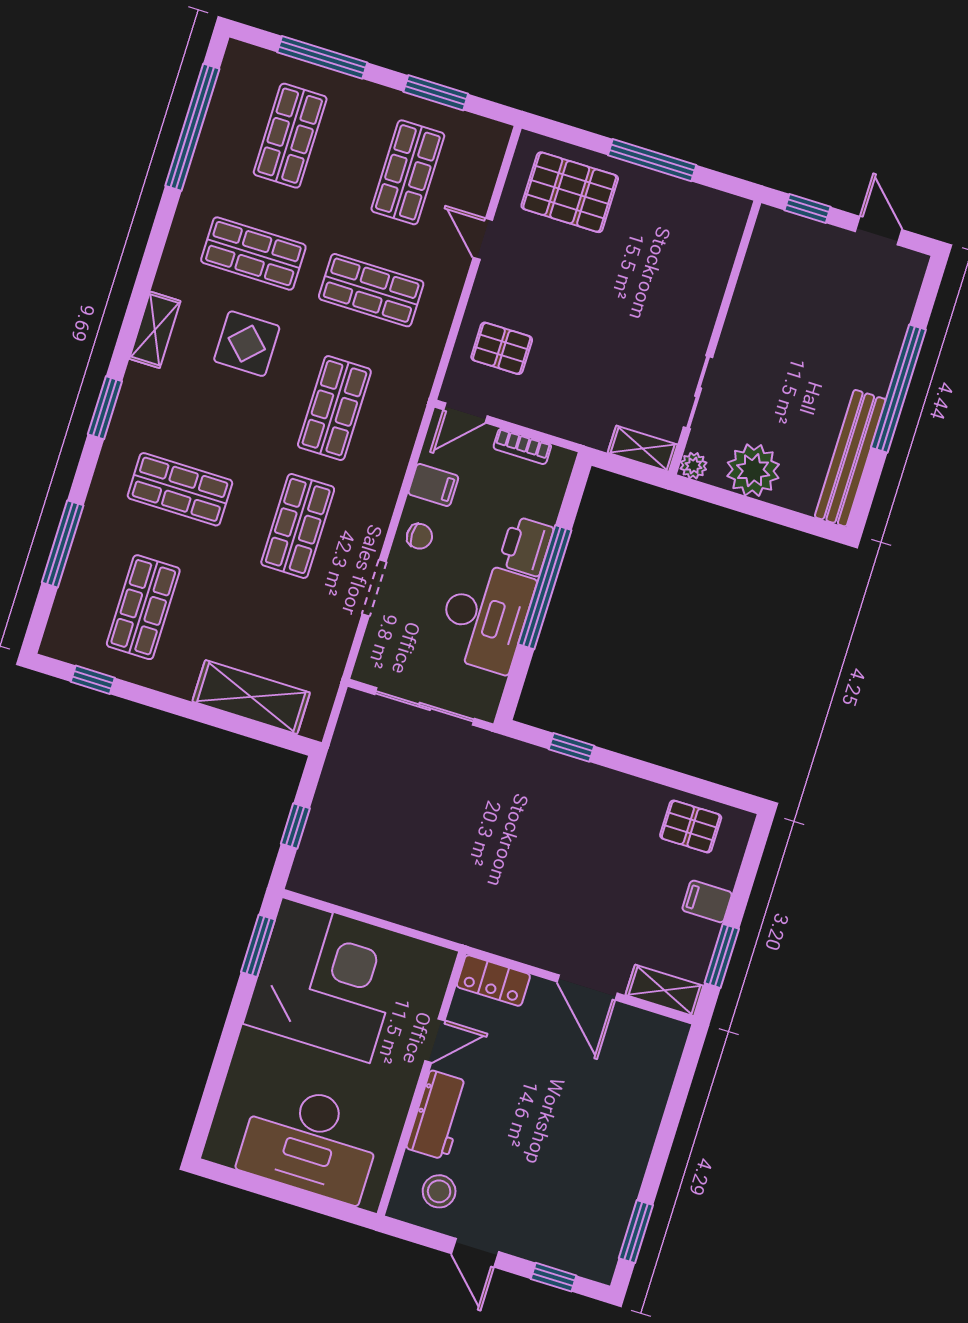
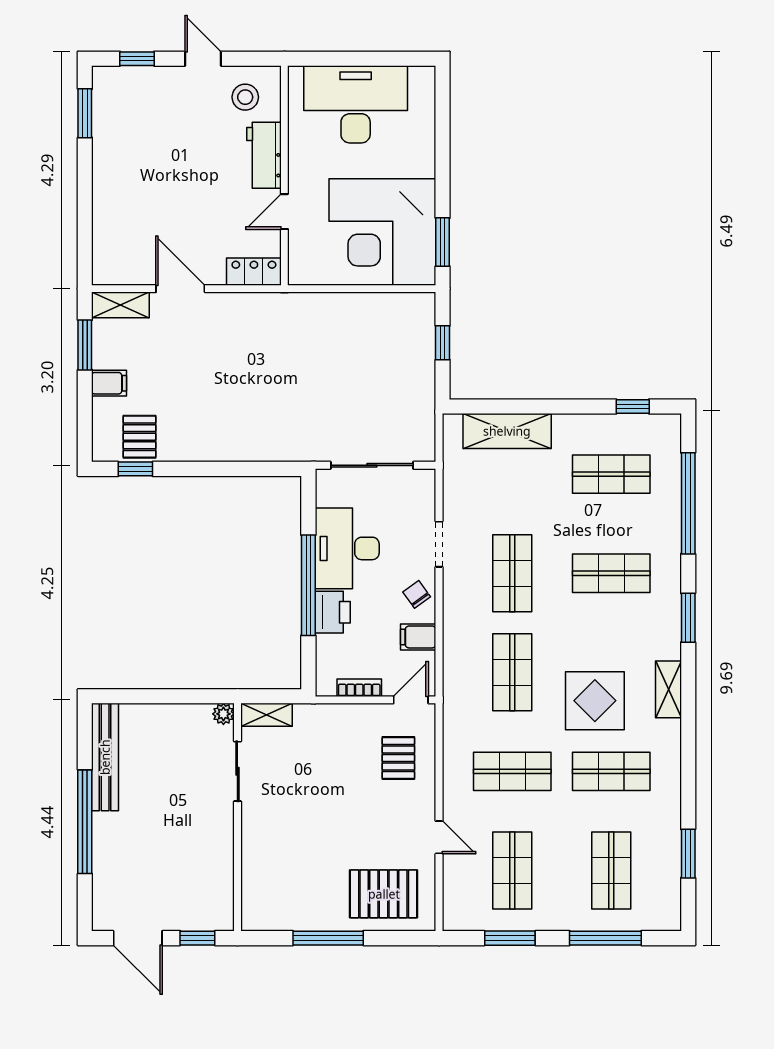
window: (192, 127) -> (688, 854), width x0.47
door: (879, 231) -> (138, 938), width x1.38
display table: (247, 344) -> (595, 701), width x1.36, depth x1.36
pallet: (502, 348) -> (398, 758), turned 90
plant: (753, 470) -> (177, 725), removed
chair: (419, 536) -> (417, 594), turned 54
window: (63, 544) -> (688, 503), width x1.46
shop shelf: (143, 607) -> (611, 474), turned 90
window: (571, 747) -> (135, 469), moved
pallet: (691, 826) -> (139, 437), turned 90

